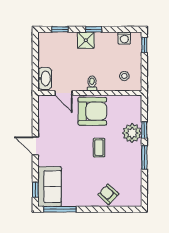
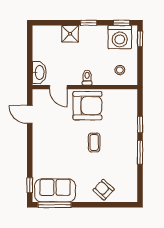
window: (60, 29) -> (122, 23), moved
washing machine: (124, 38) -> (120, 37), width x1.89, depth x1.89
shower: (86, 40) -> (70, 34), moved
plant: (132, 133) -> (128, 128), removed
door: (35, 146) -> (30, 114), moved
sofa: (50, 187) -> (55, 190), moved, turned -90

